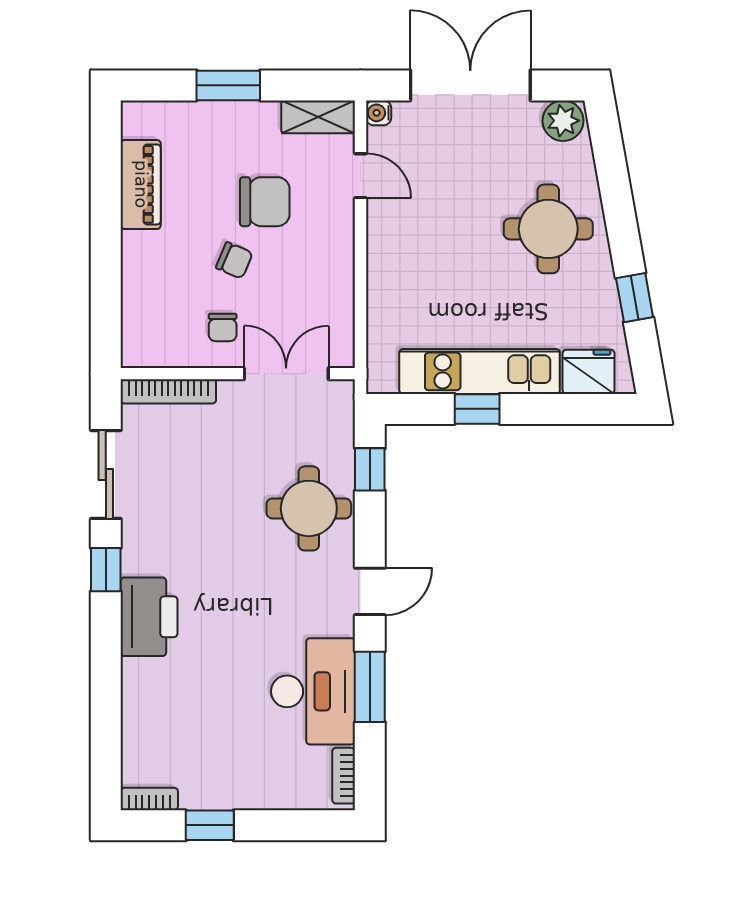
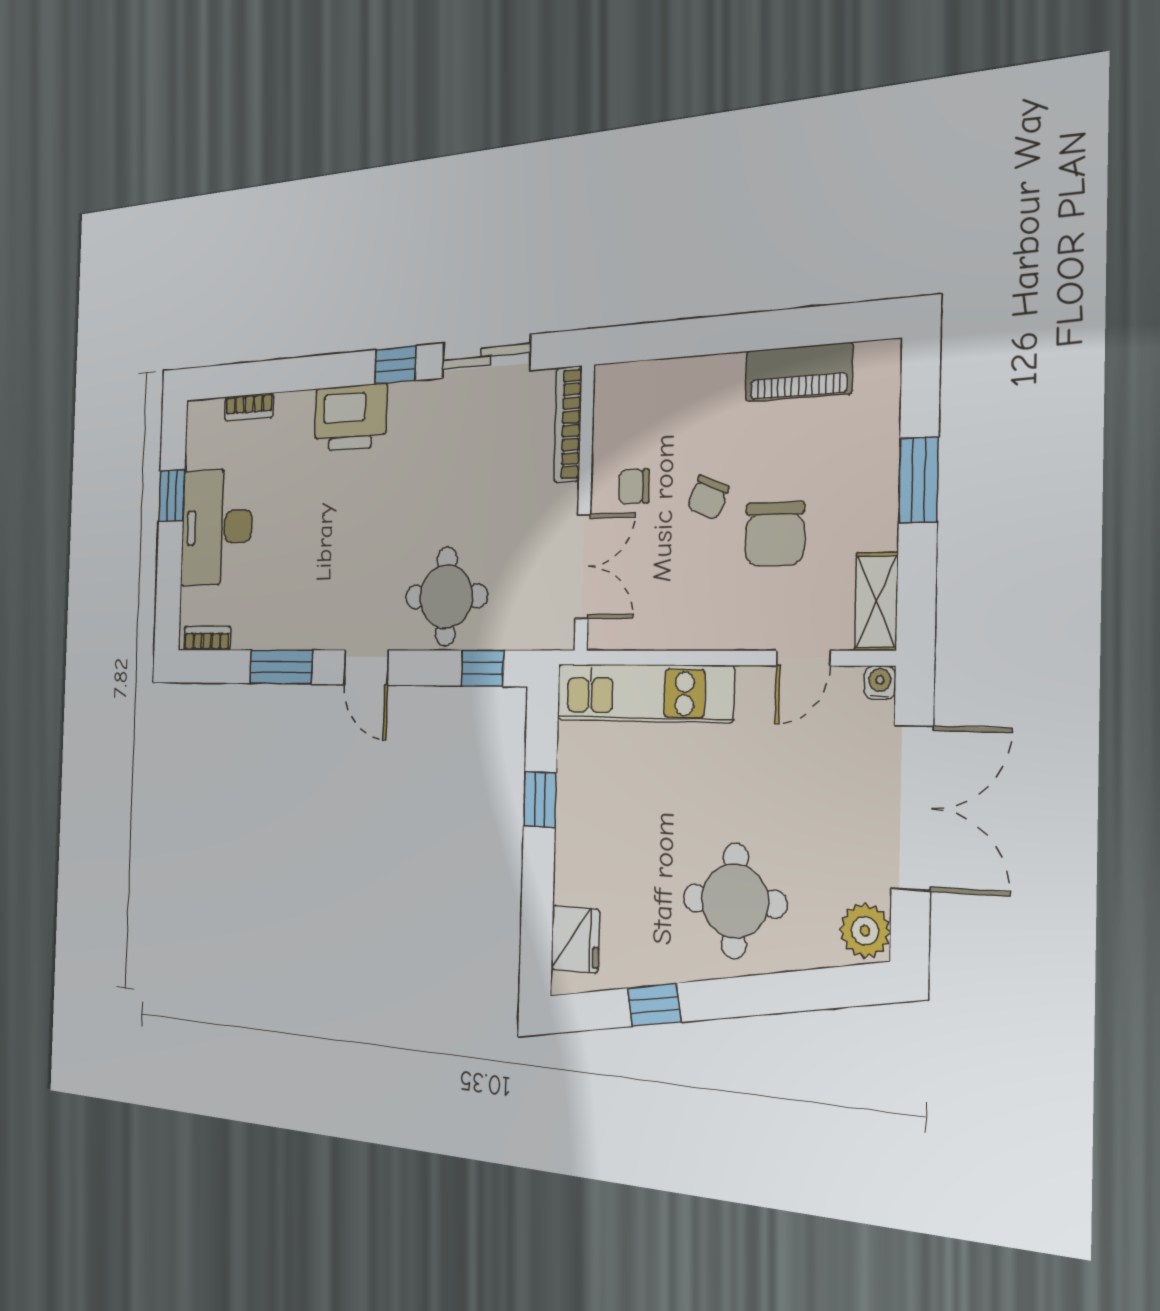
kitchen unit: (480, 371) -> (644, 693), moved, turned 90
desk: (313, 691) -> (217, 527), moved, turned 90
bookcase: (149, 799) -> (249, 407), moved, turned 90

